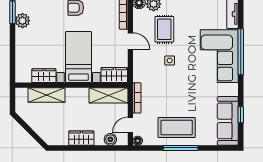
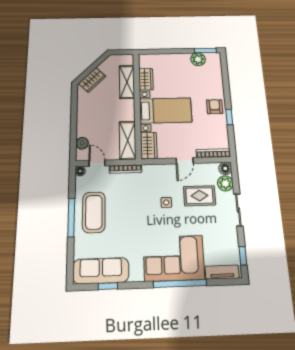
wardrobe: (81, 138) -> (92, 80), moved, turned 45

